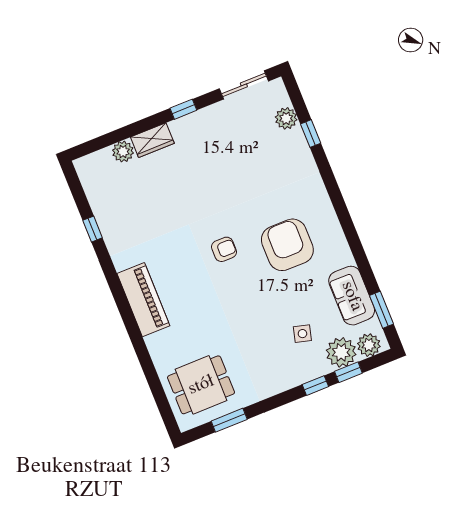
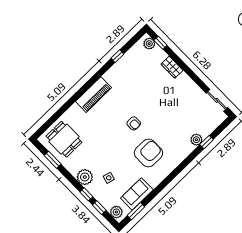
window: (183, 109) -> (161, 43), moved
plant: (286, 118) -> (196, 140), moved
plant: (123, 152) -> (149, 44), moved
plant: (341, 352) -> (85, 177), moved

